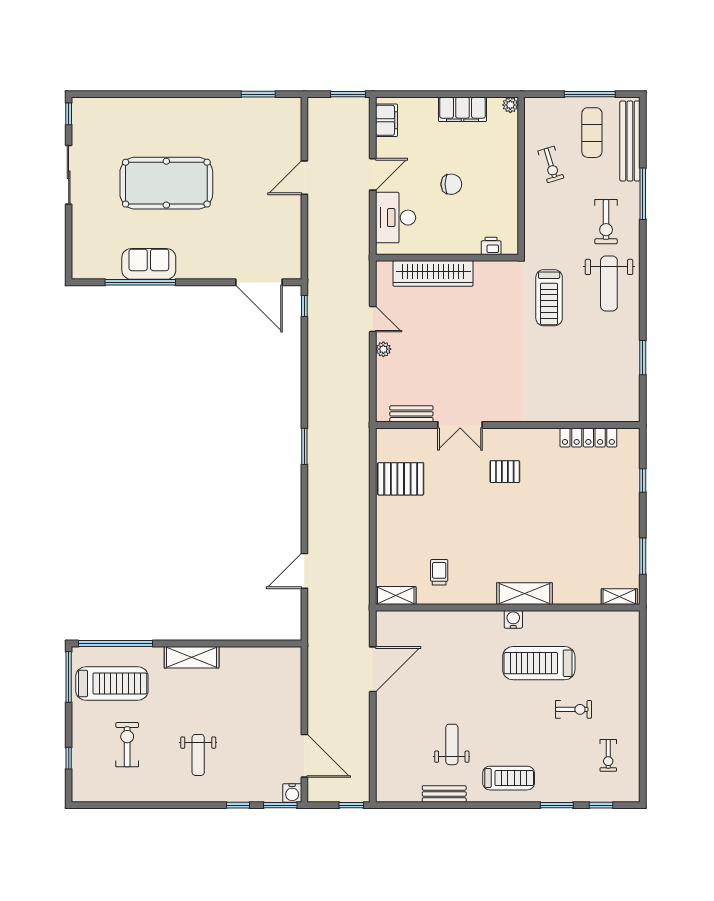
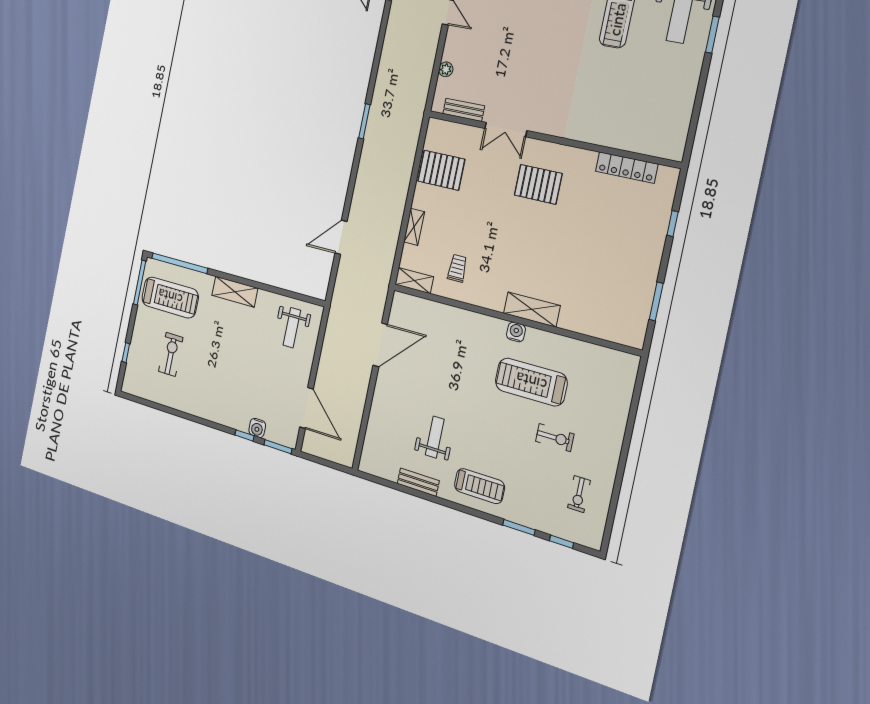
plant: (383, 349) -> (446, 69), moved
window: (643, 358) -> (712, 35), moved
pallet: (505, 472) -> (538, 184), width x1.50, depth x1.42
shelving: (619, 597) -> (414, 227), moved, turned 90
weight bench: (198, 755) -> (292, 328), moved
water cooler: (292, 793) -> (257, 428), moved
window: (351, 805) -> (336, 466), removed

